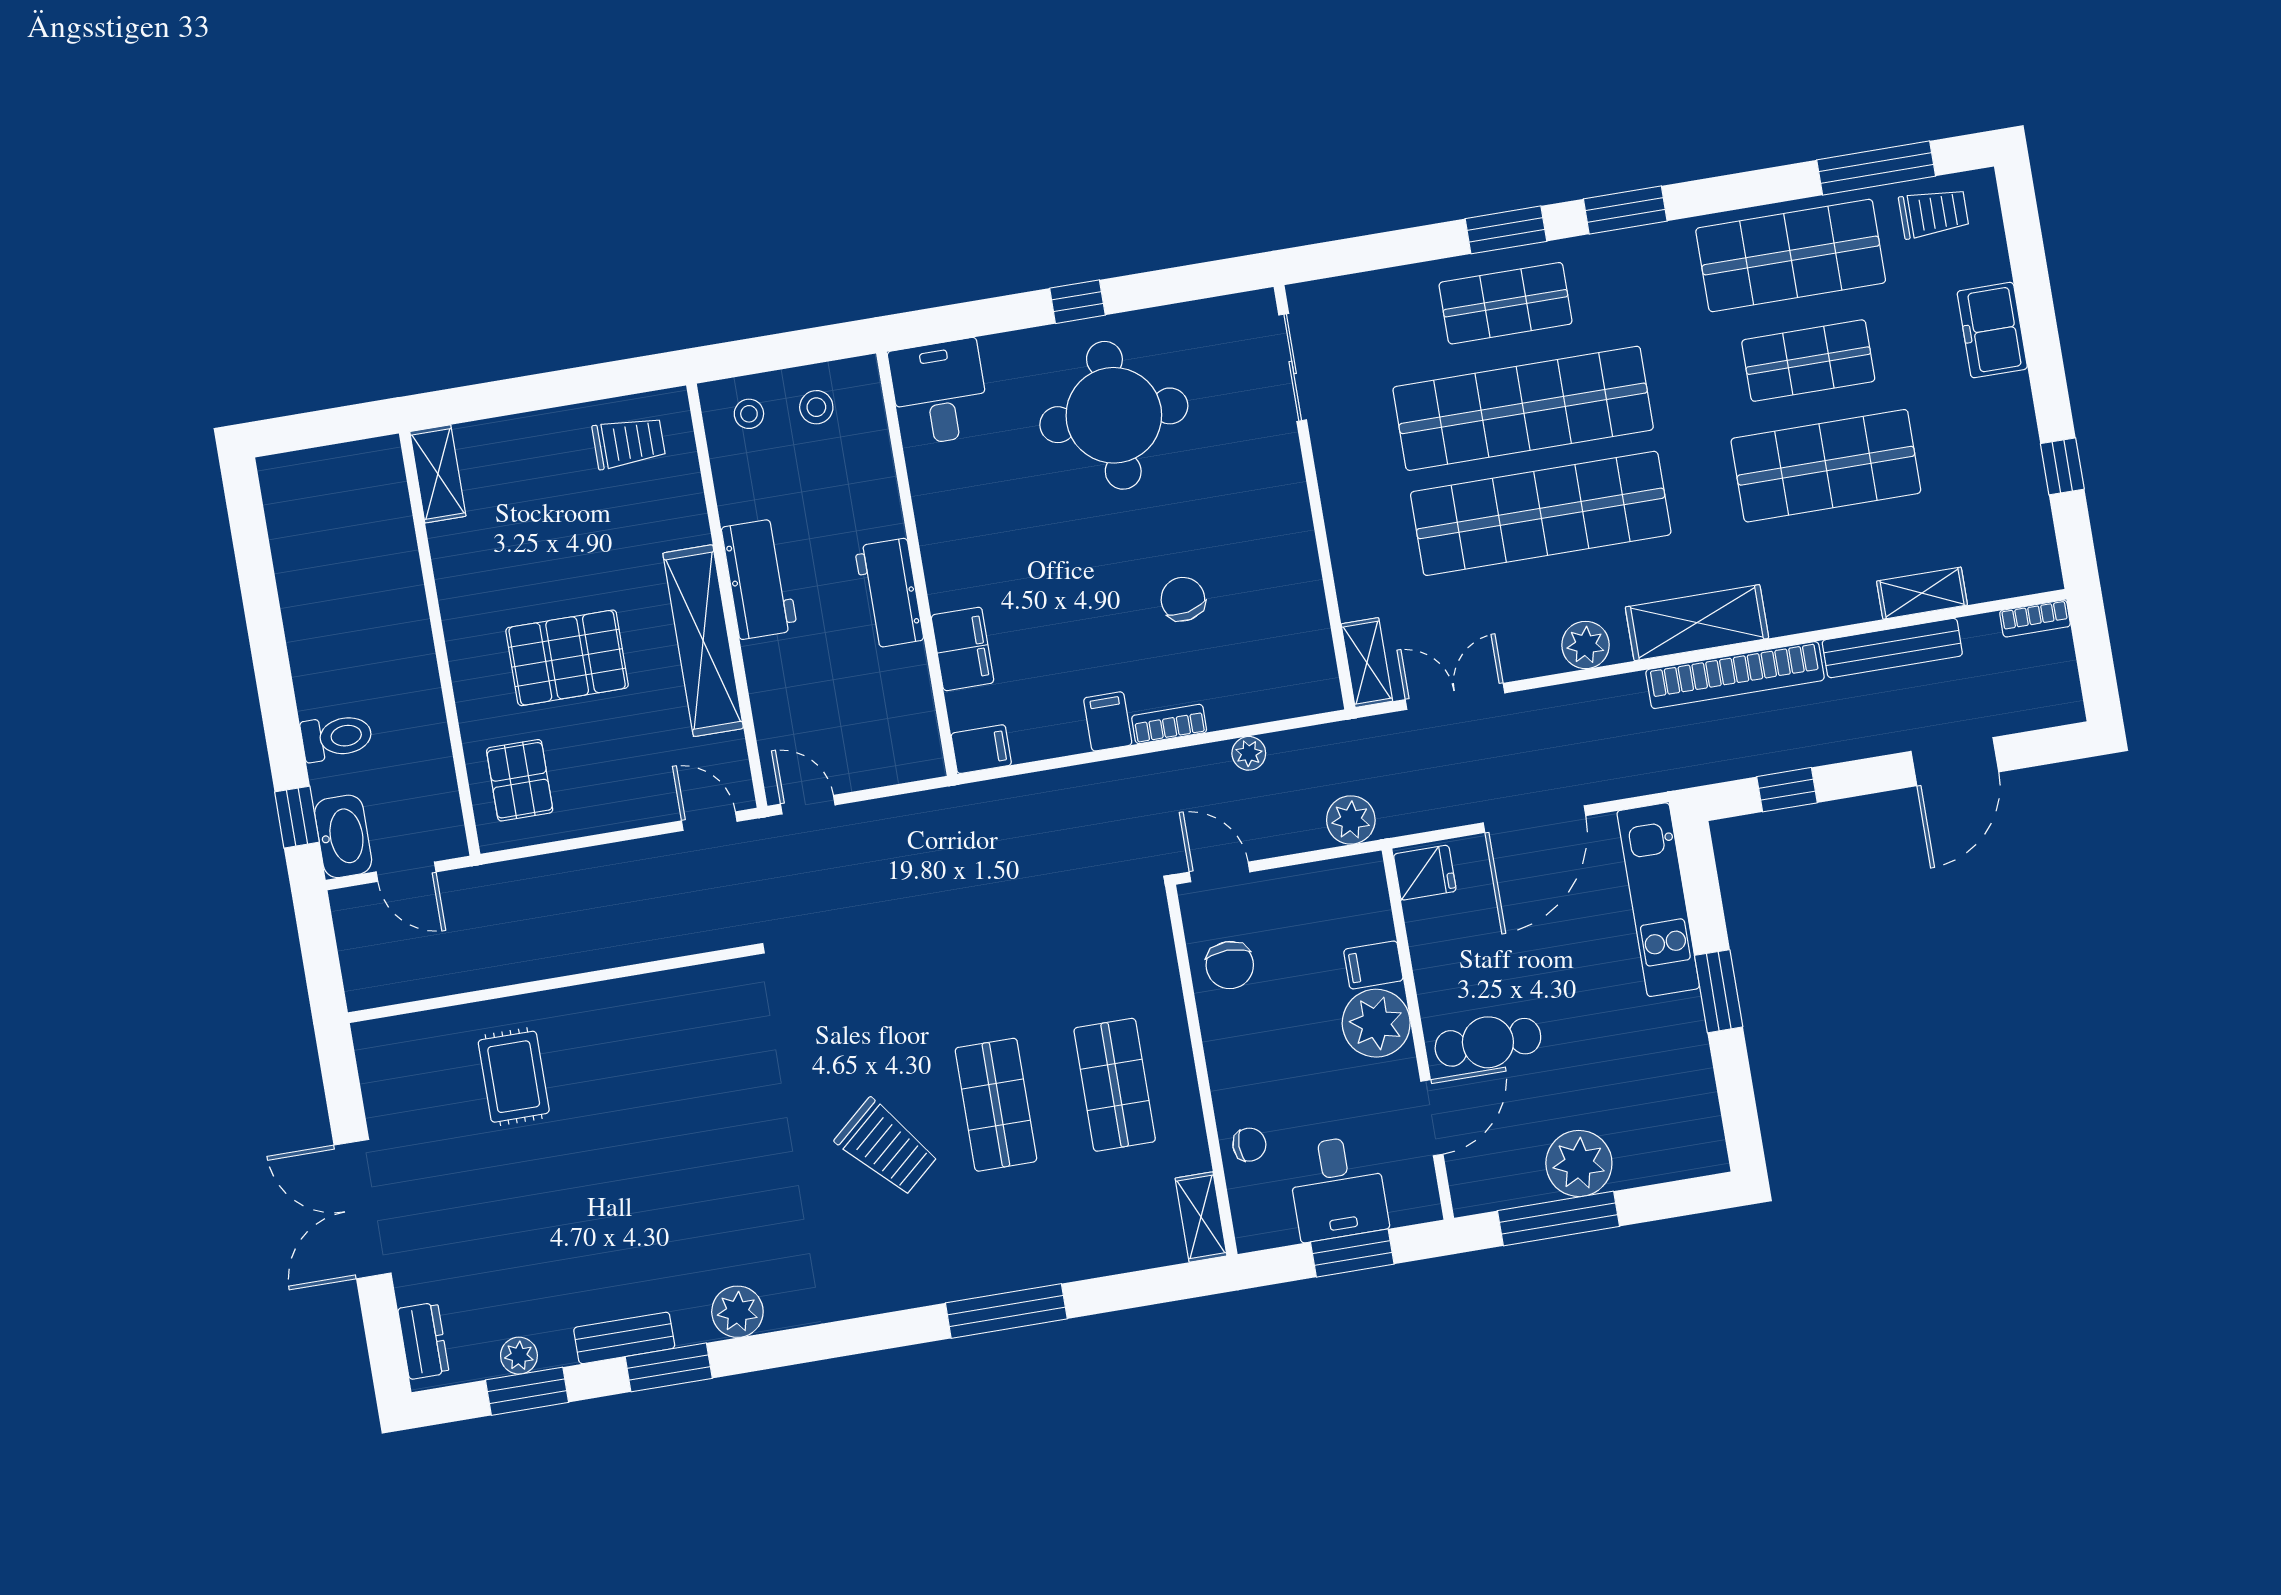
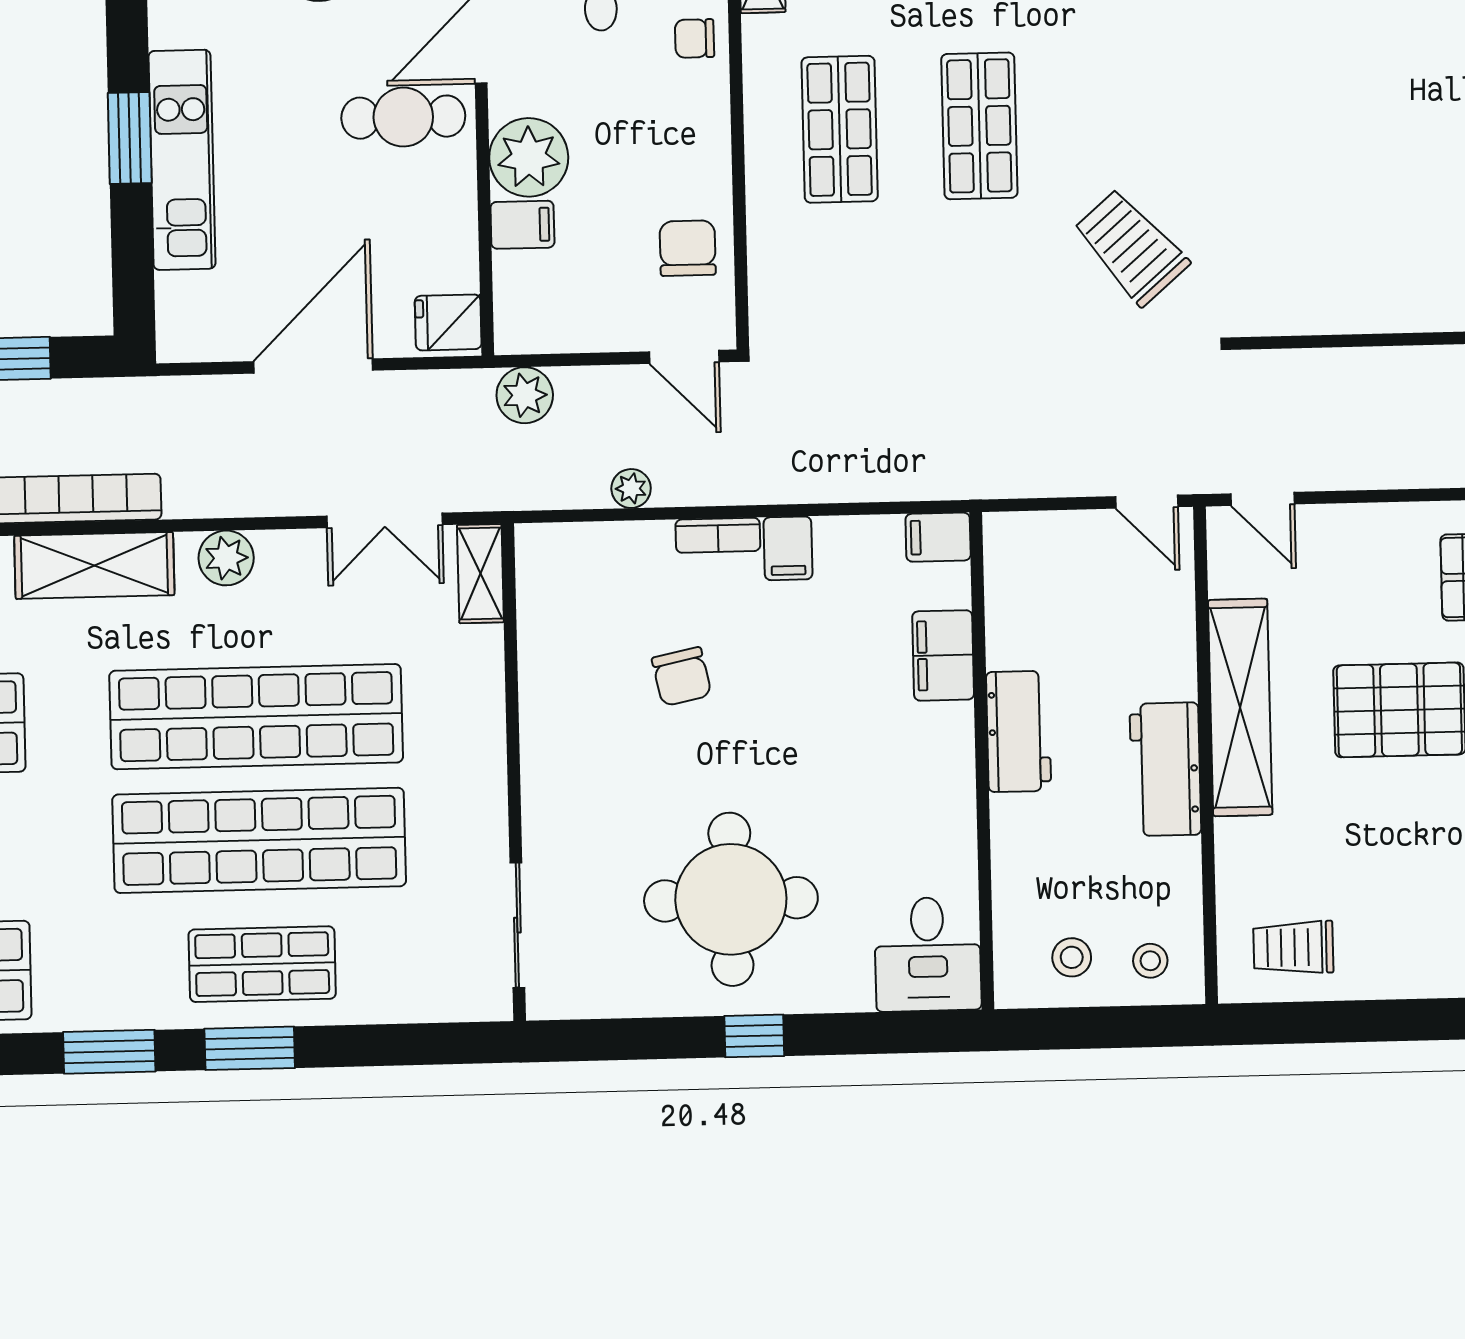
kitchen unit: (1658, 900) -> (182, 160), moved
trolley: (887, 1147) -> (1131, 247), moved

